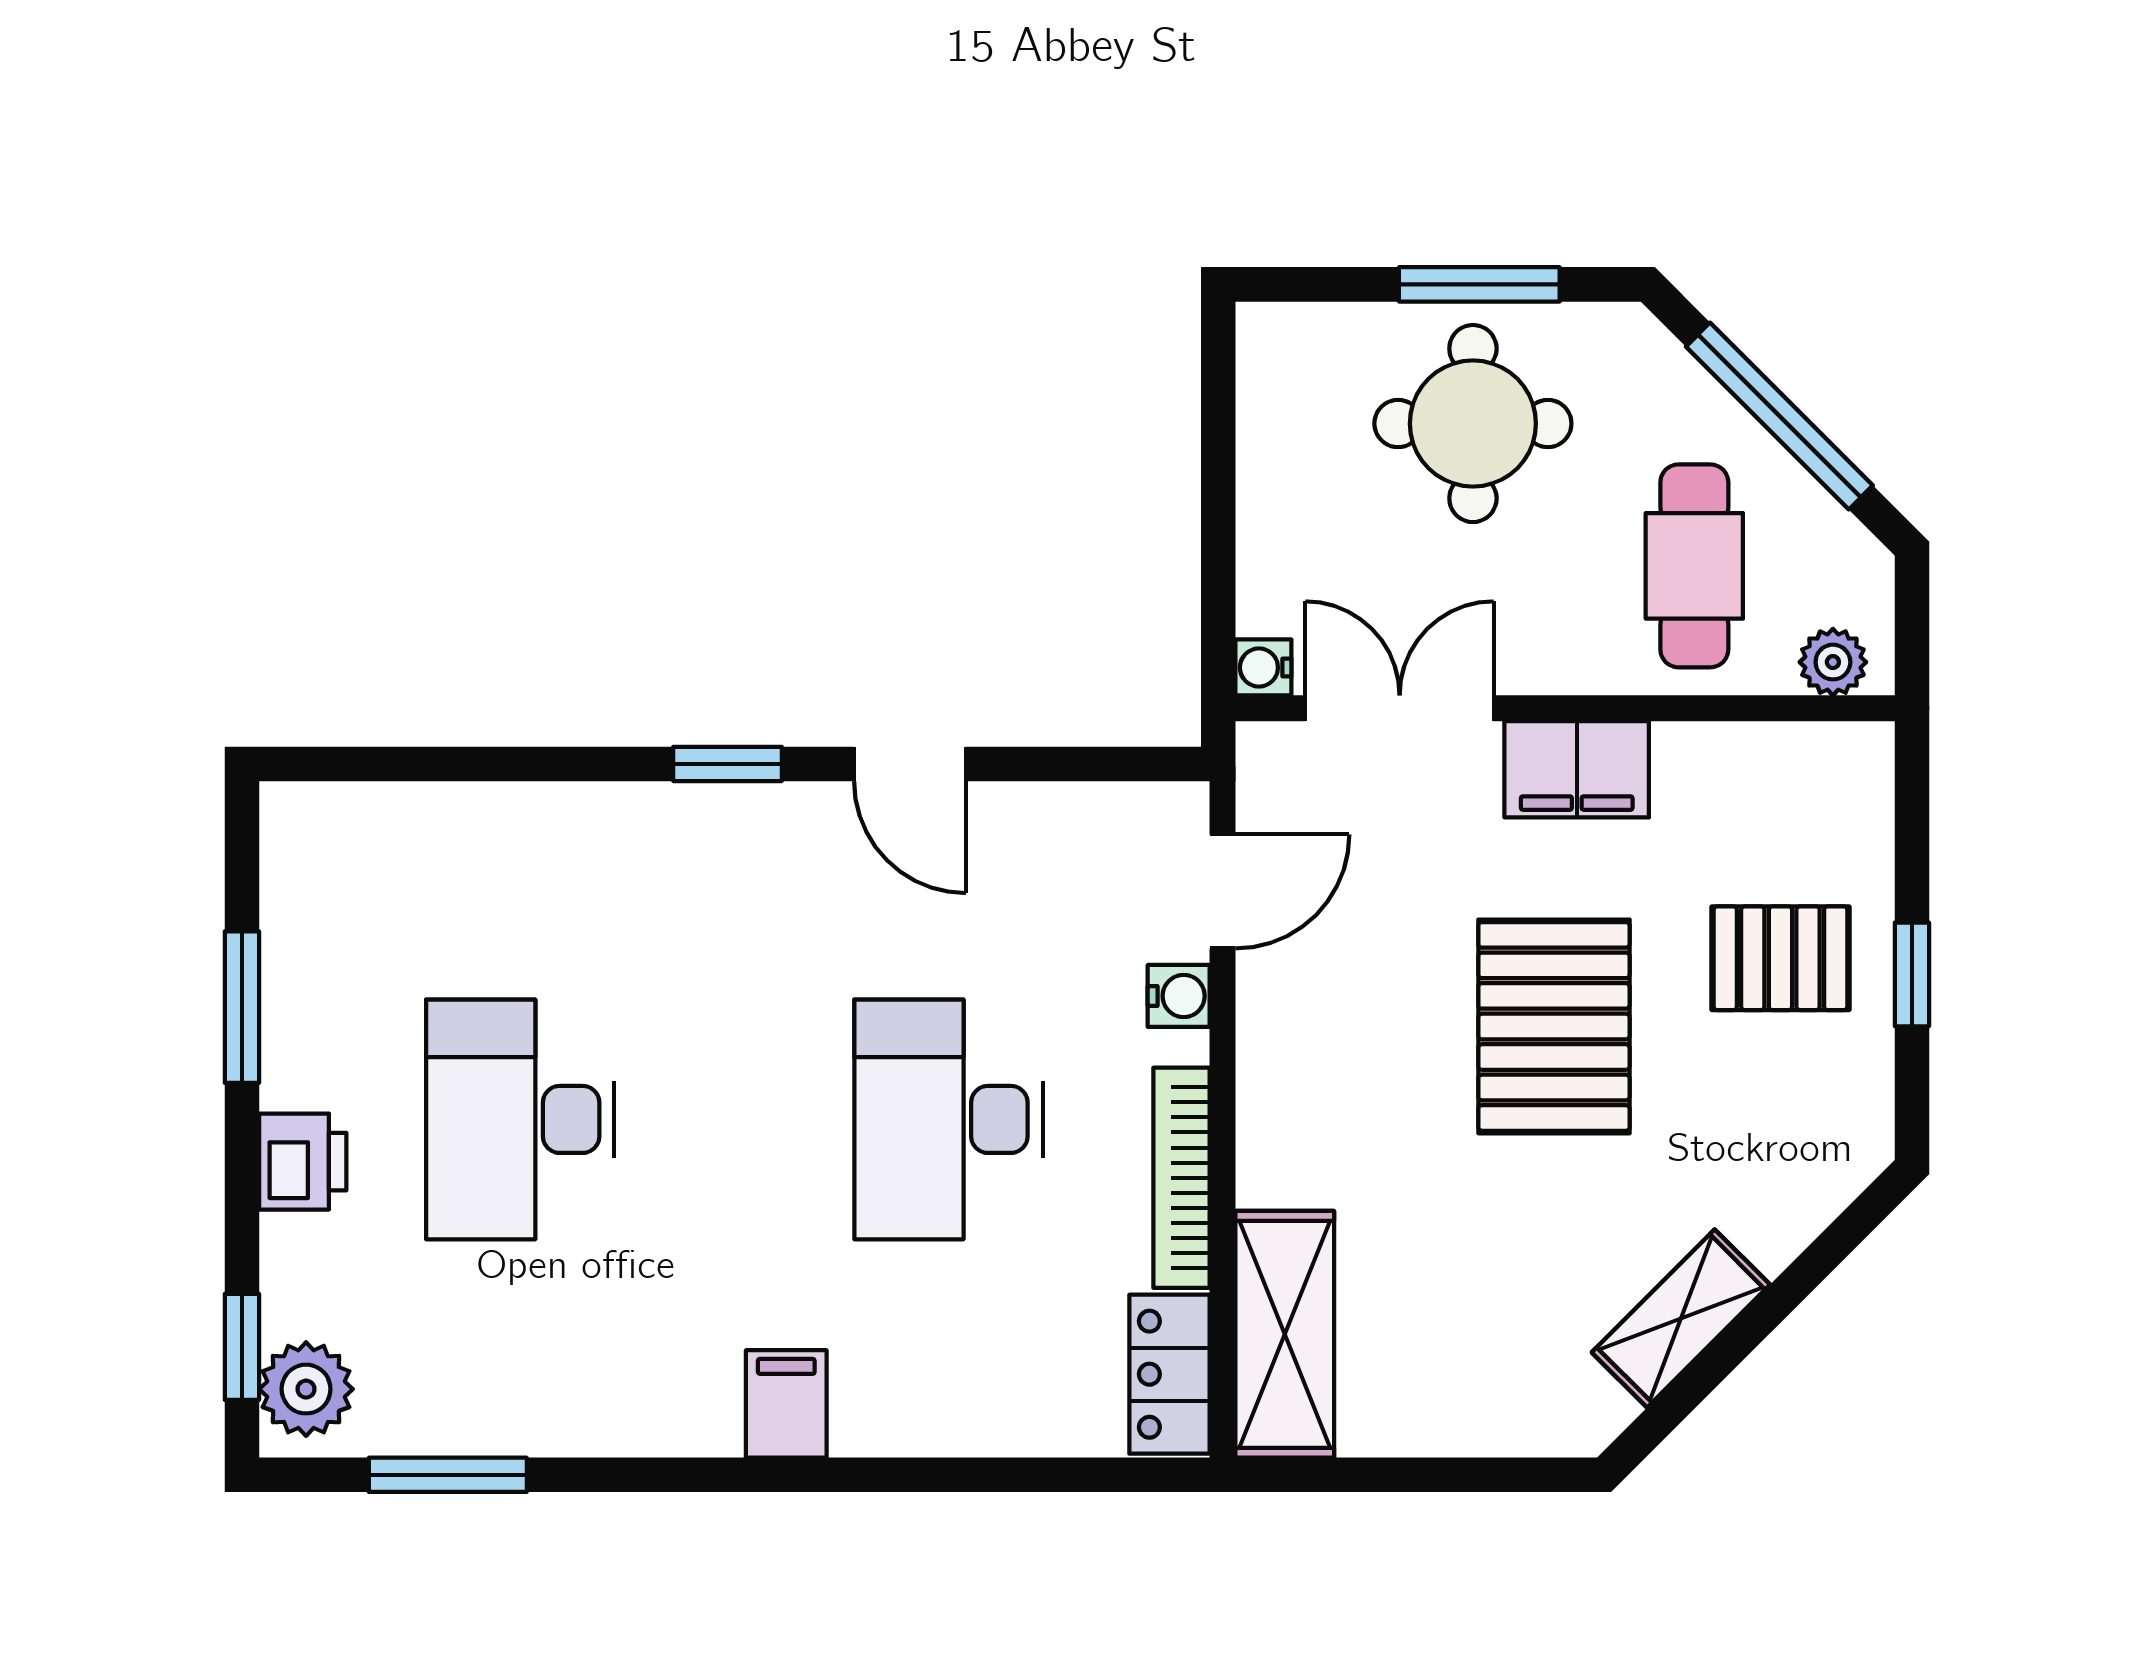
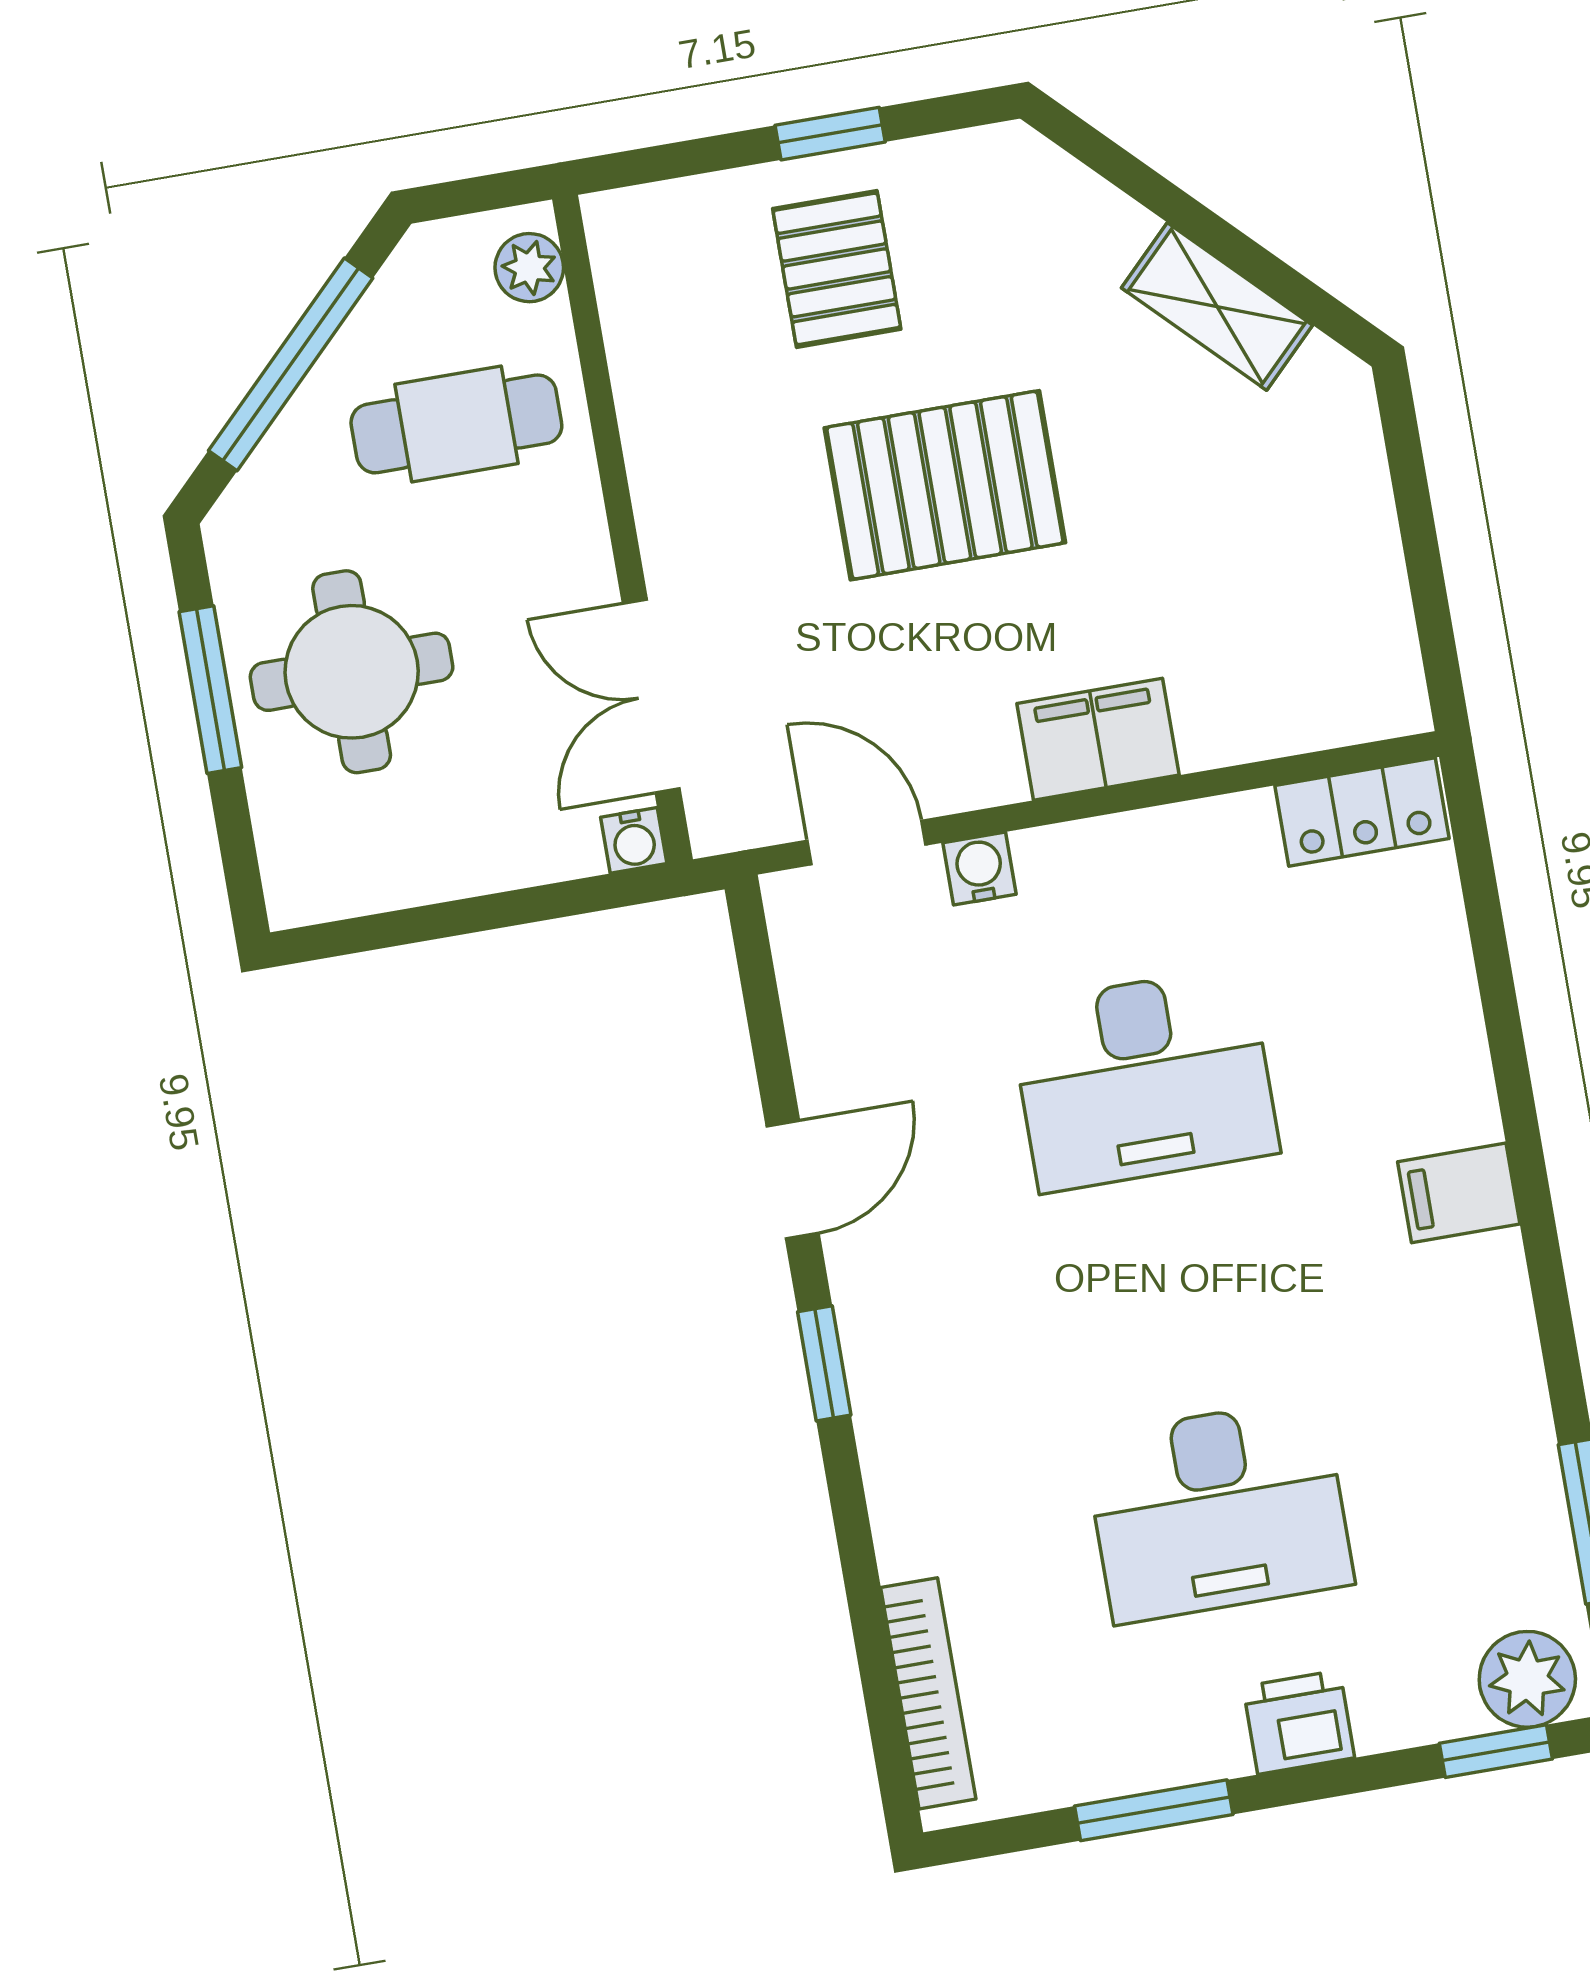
filing cabinet: (1577, 769) -> (1098, 739), moved, turned -90
bookcase: (1182, 1178) -> (928, 1693), moved, turned -90
shelving: (1285, 1334) -> (1302, 703), removed

